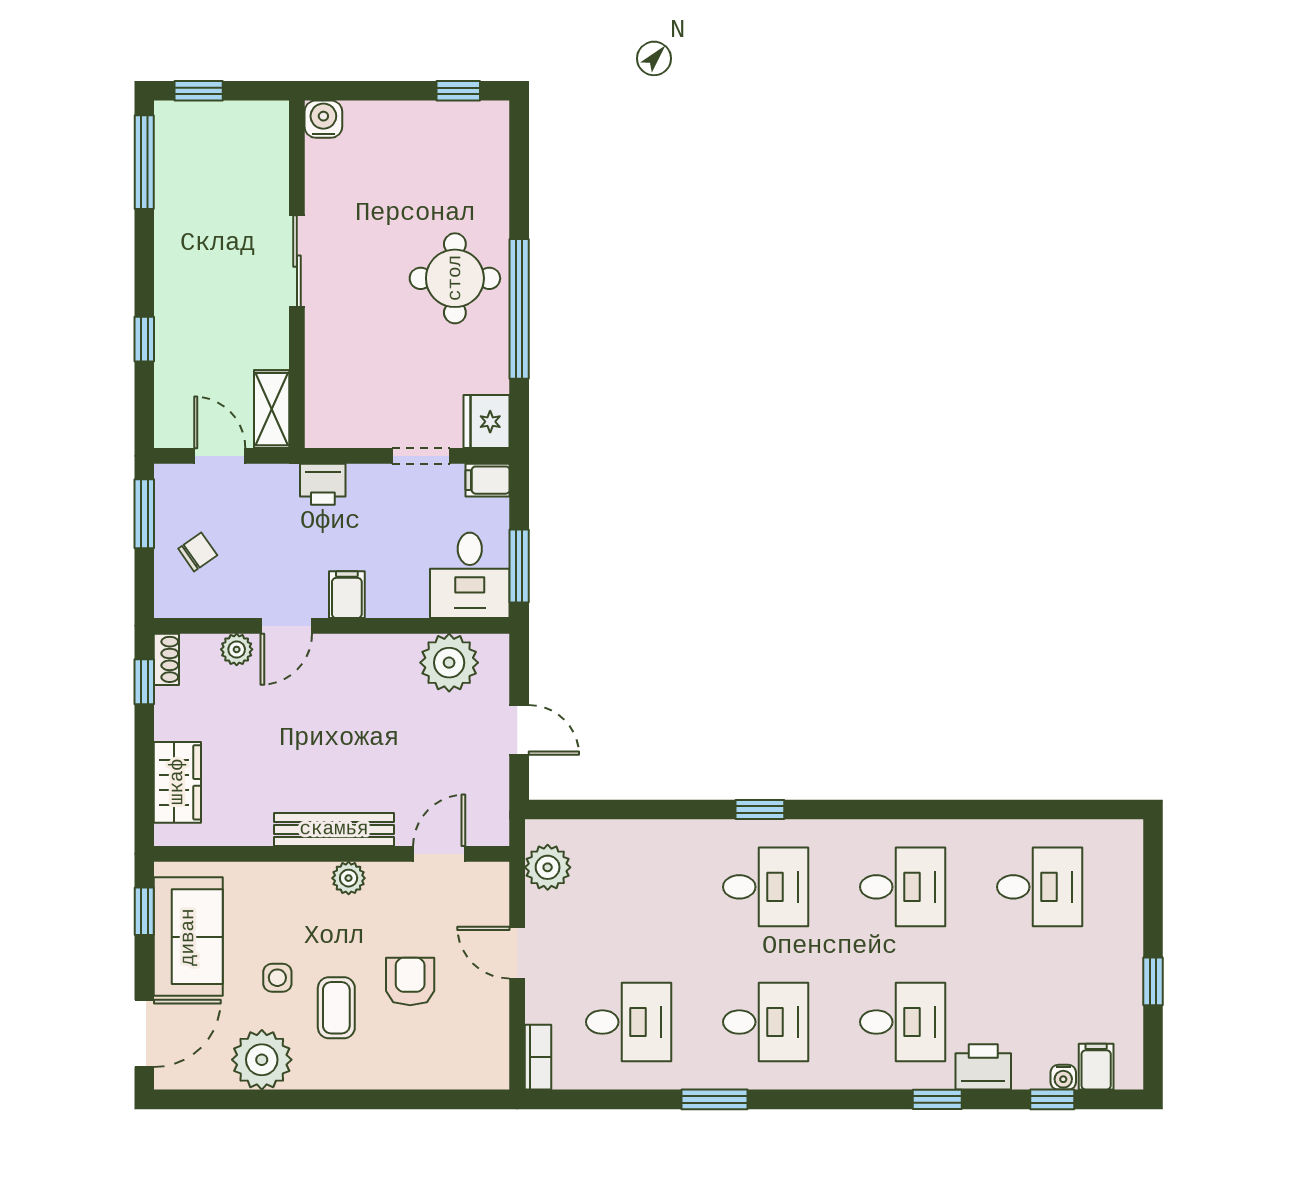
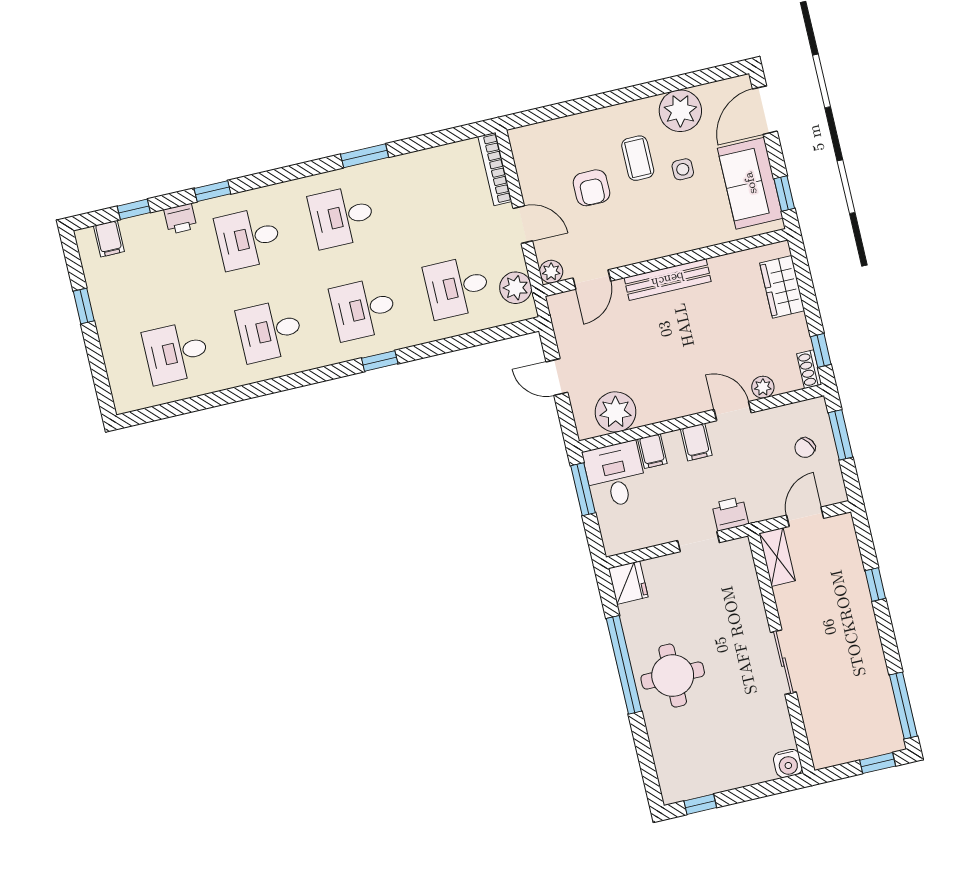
door: (220, 456) -> (805, 517), swing flipped
doorway: (421, 456) -> (698, 542), moved
filing cabinet: (488, 480) -> (652, 451), moved, turned 90
window: (144, 514) -> (840, 435), moved
door: (286, 626) -> (733, 411), hinge flipped
plant: (349, 878) -> (551, 272), moved
desk: (629, 1022) -> (457, 287), moved
bookcase: (538, 1057) -> (495, 169), width x1.56
printer: (983, 1067) -> (180, 219), width x0.73, depth x0.81
water cooler: (1063, 1077) -> (130, 226), removed

